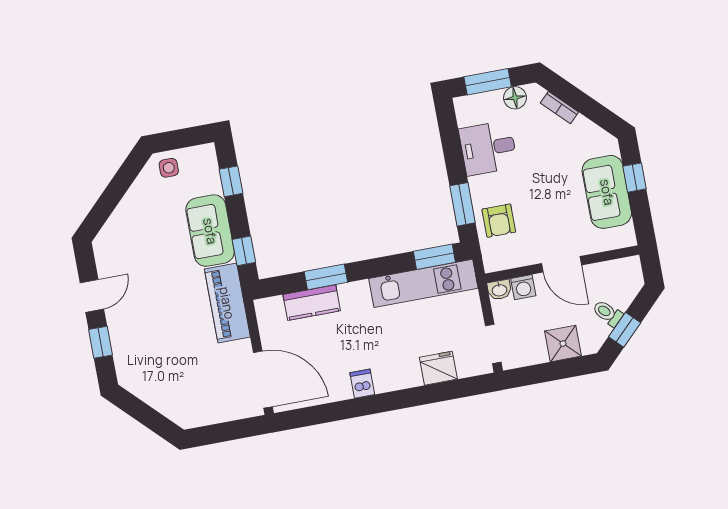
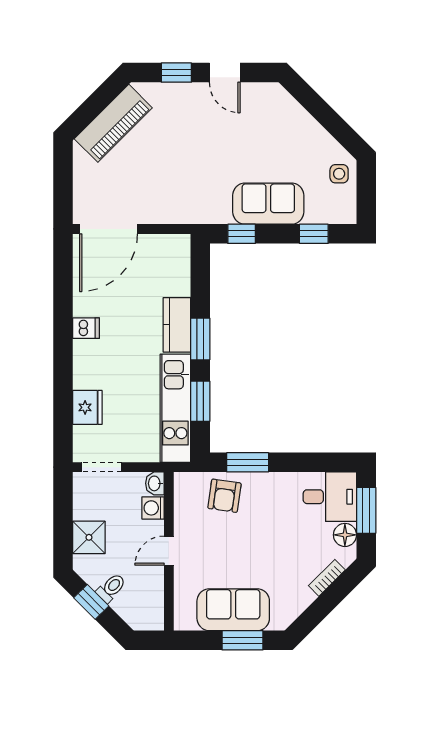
desk: (488, 148) -> (330, 497), moved, turned 90
window: (635, 178) -> (242, 640), width x1.50
armchair: (499, 221) -> (224, 496), turned -82
window: (434, 257) -> (200, 401), moved
door: (561, 264) -> (169, 551), width x0.73
window: (326, 277) -> (200, 339), moved
piano: (227, 303) -> (113, 123), moved, turned 135
kitchen counter: (312, 303) -> (177, 325), moved

